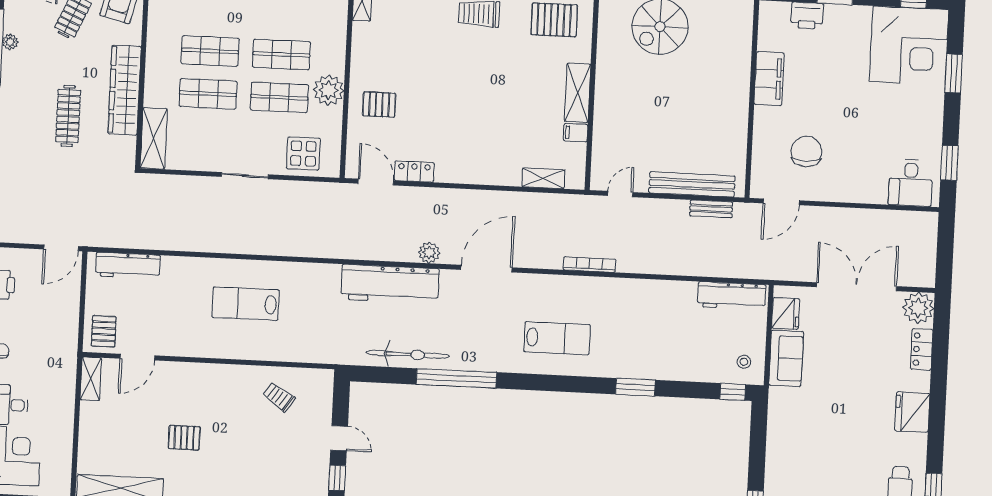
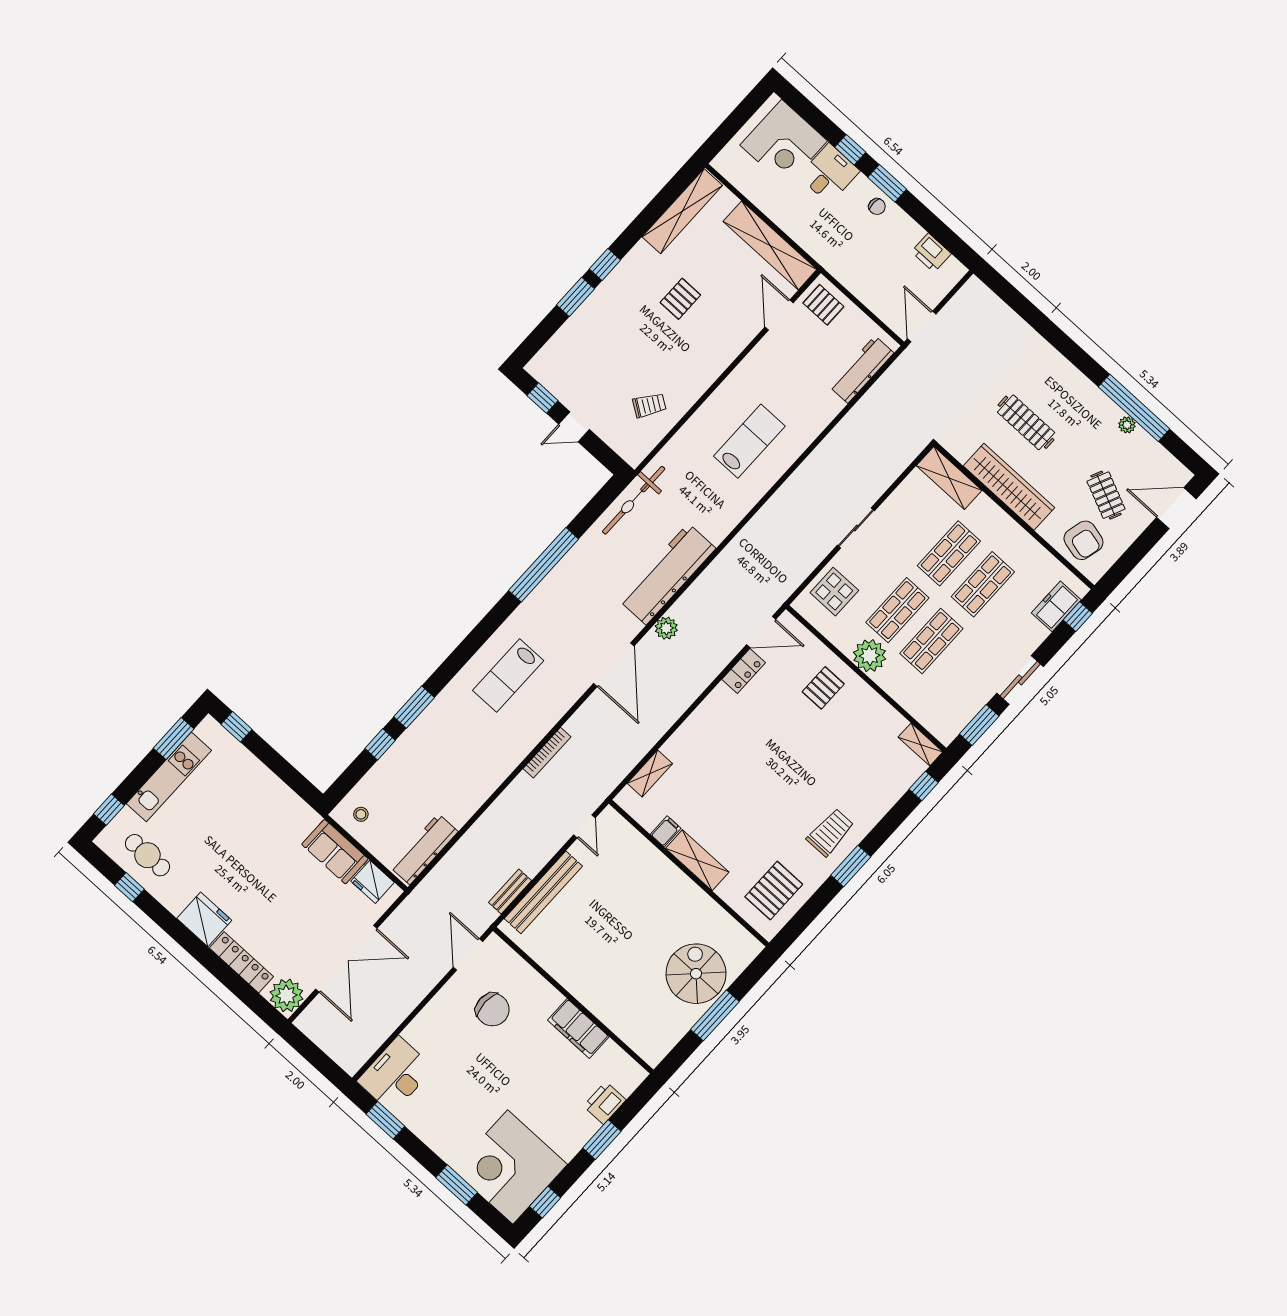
desk: (911, 183) -> (395, 1075), width x1.37
locker: (922, 349) -> (241, 962), width x1.53
bicycle: (408, 354) -> (634, 500), moved
shelving: (91, 379) -> (770, 245), width x2.20, depth x1.33
window: (733, 392) -> (380, 744), moved

